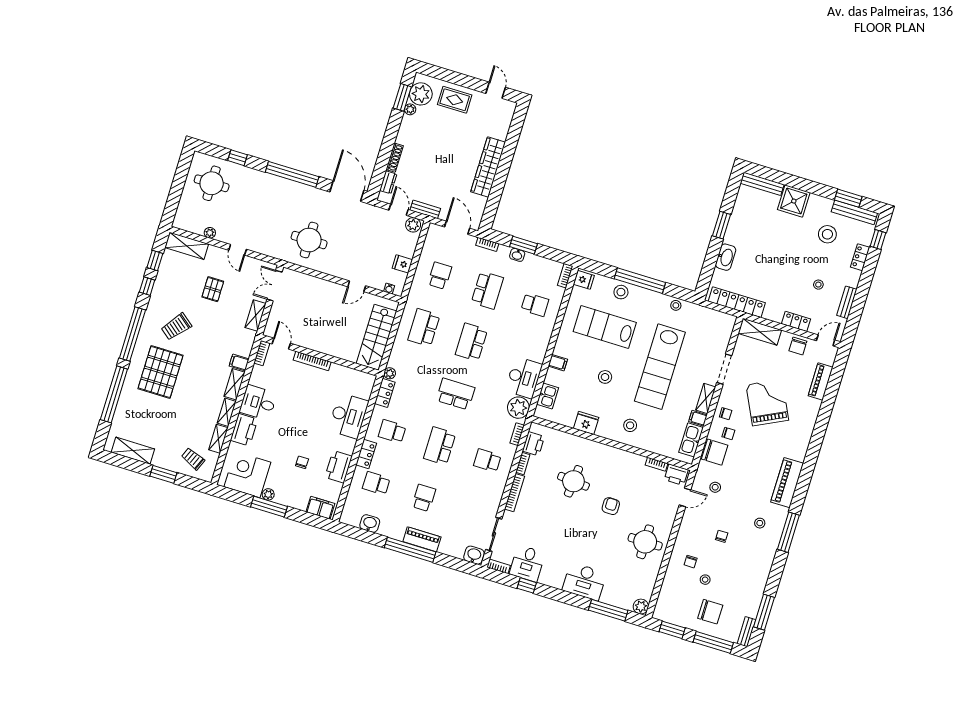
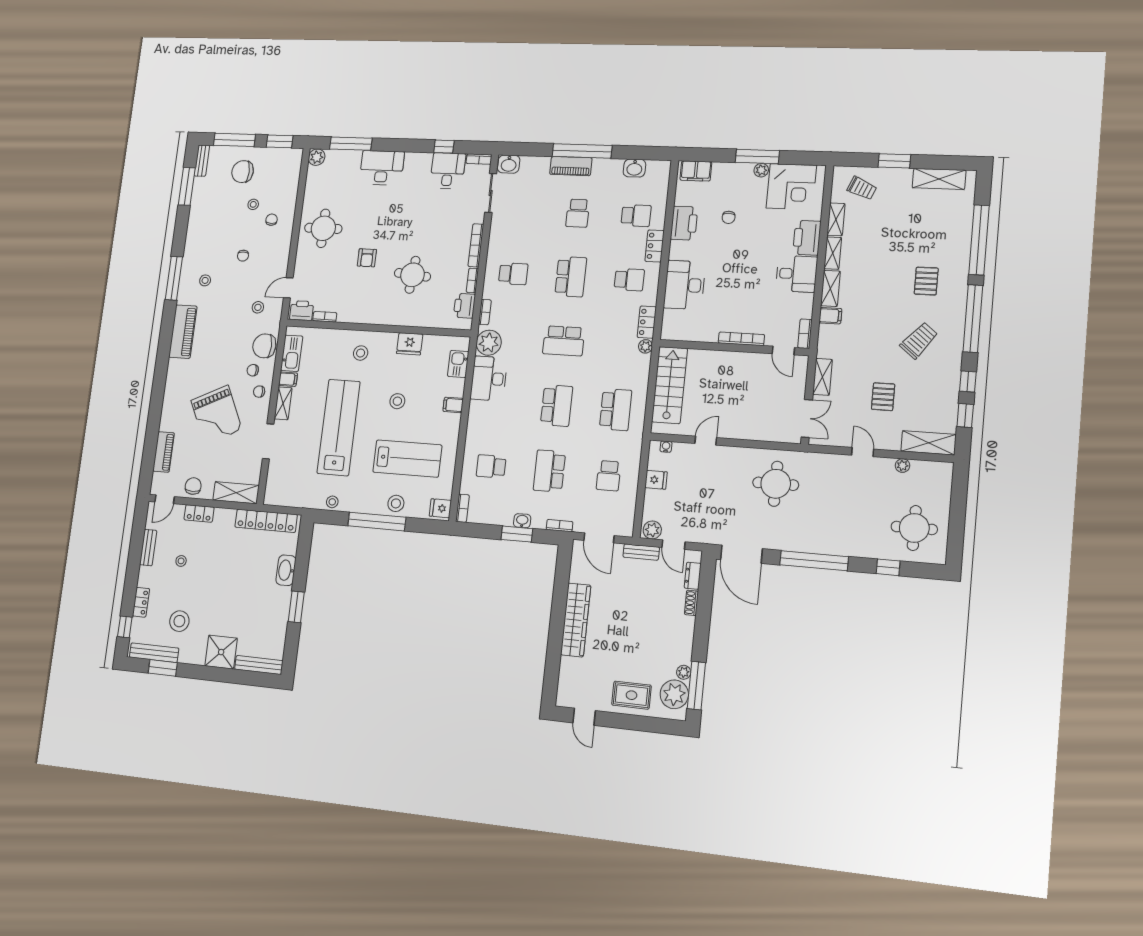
window: (402, 97) -> (696, 686), width x1.44
shoe rack: (395, 158) -> (691, 603), width x0.70
pallet: (161, 372) -> (926, 281), width x0.49, depth x0.50

